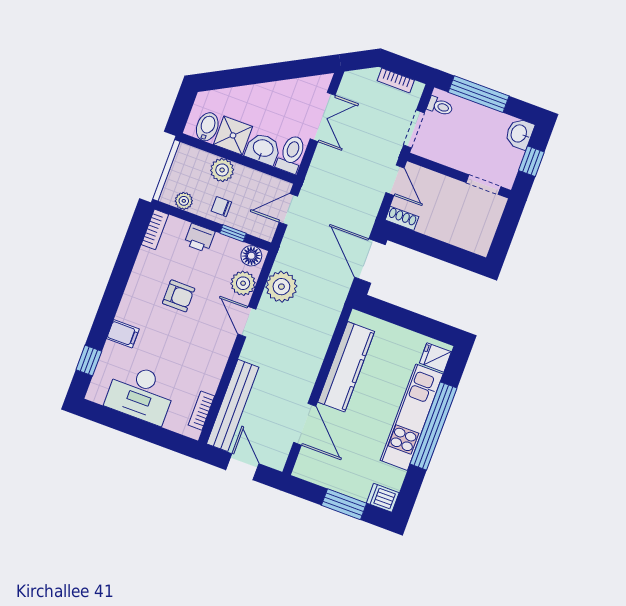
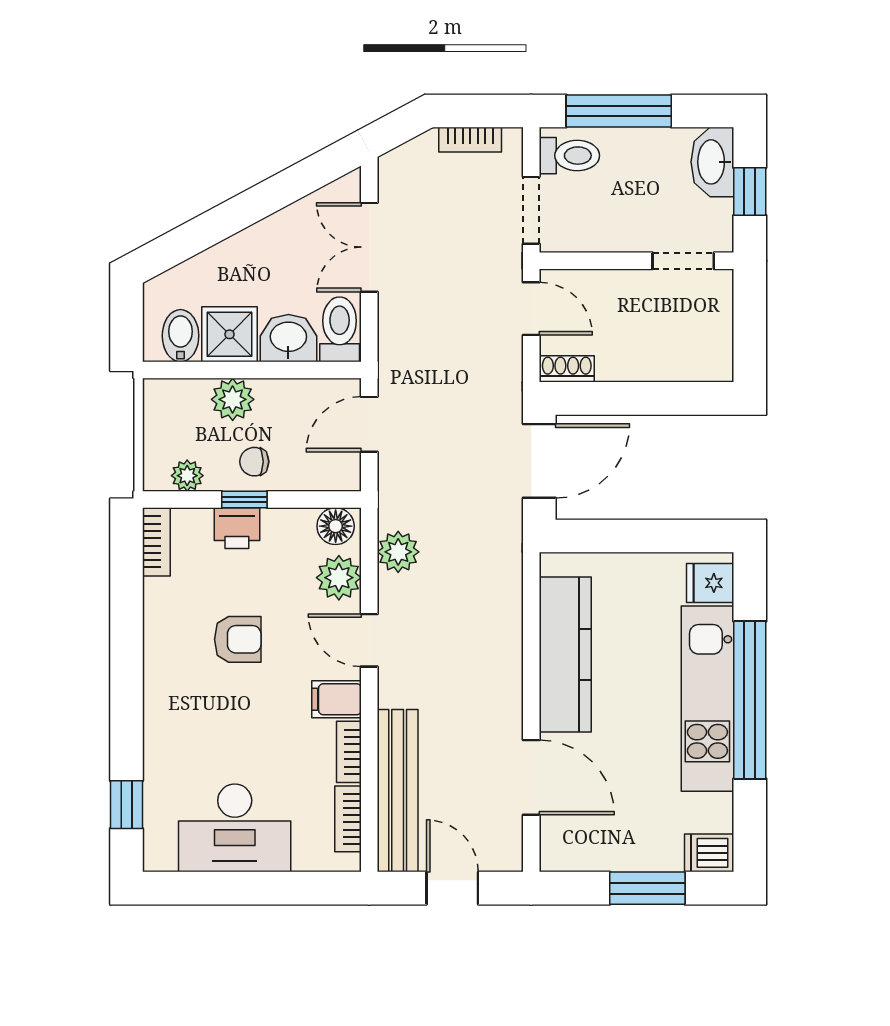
toilet: (440, 106) -> (569, 156), width x1.37, depth x1.39
double door: (323, 117) -> (369, 247), swing flipped
washbasin: (519, 134) -> (712, 162), width x1.38
window: (233, 233) -> (244, 500), moved
door: (370, 261) -> (539, 461), swing flipped
plant: (281, 287) -> (398, 552), width x0.73, depth x0.73
filing cabinet: (123, 334) -> (337, 699), moved, turned 180
bookcase: (215, 376) -> (349, 752), added

